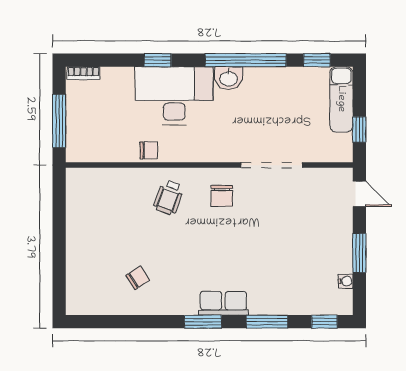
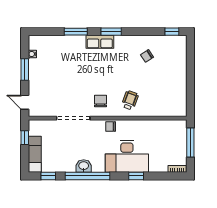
washbasin: (229, 78) -> (84, 166), moved
chair: (149, 150) -> (111, 127), moved
window: (324, 322) -> (172, 32), moved

